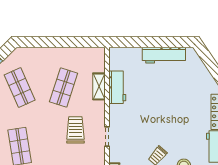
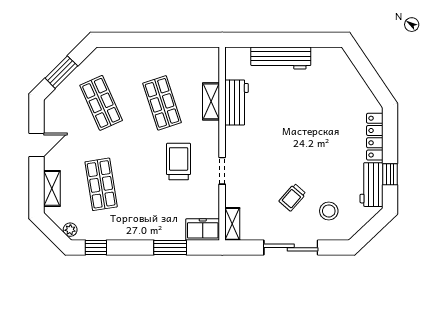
workbench: (164, 55) -> (281, 58), moved
shop shelf: (64, 88) -> (162, 103), turned -36

